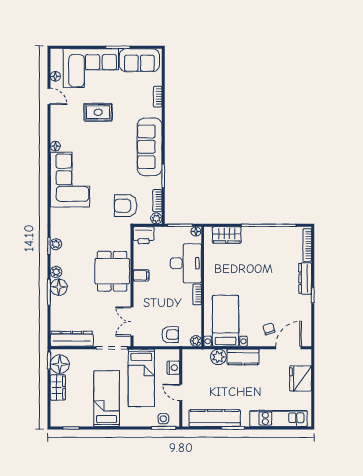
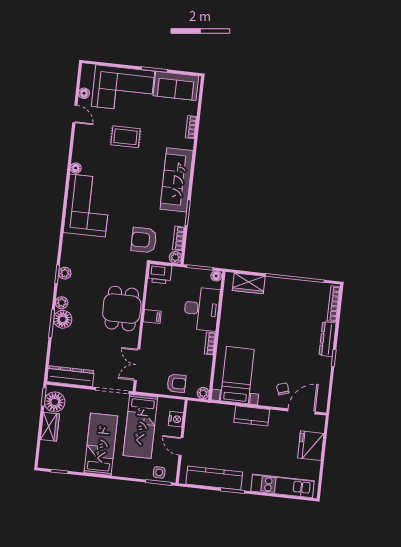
plant: (218, 357) -> (225, 413), removed

